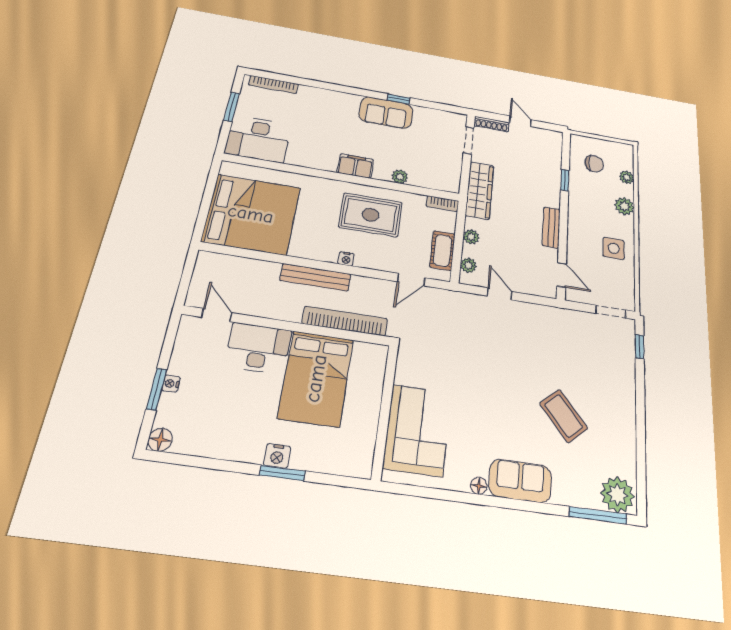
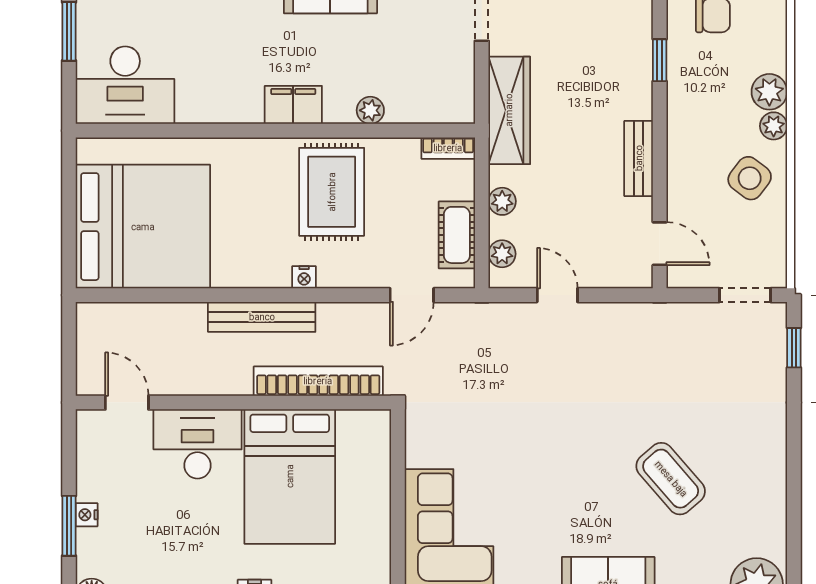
plant: (627, 177) -> (774, 126), moved
rug: (371, 215) -> (332, 192), turned 90
side table: (614, 248) -> (750, 178), turned 37

